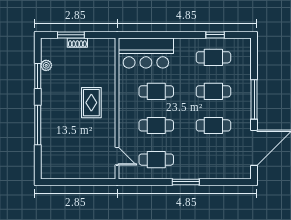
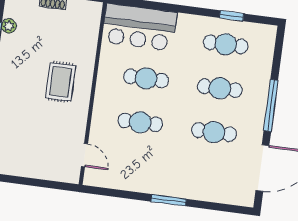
cafe table: (156, 160) -> (134, 166), removed

